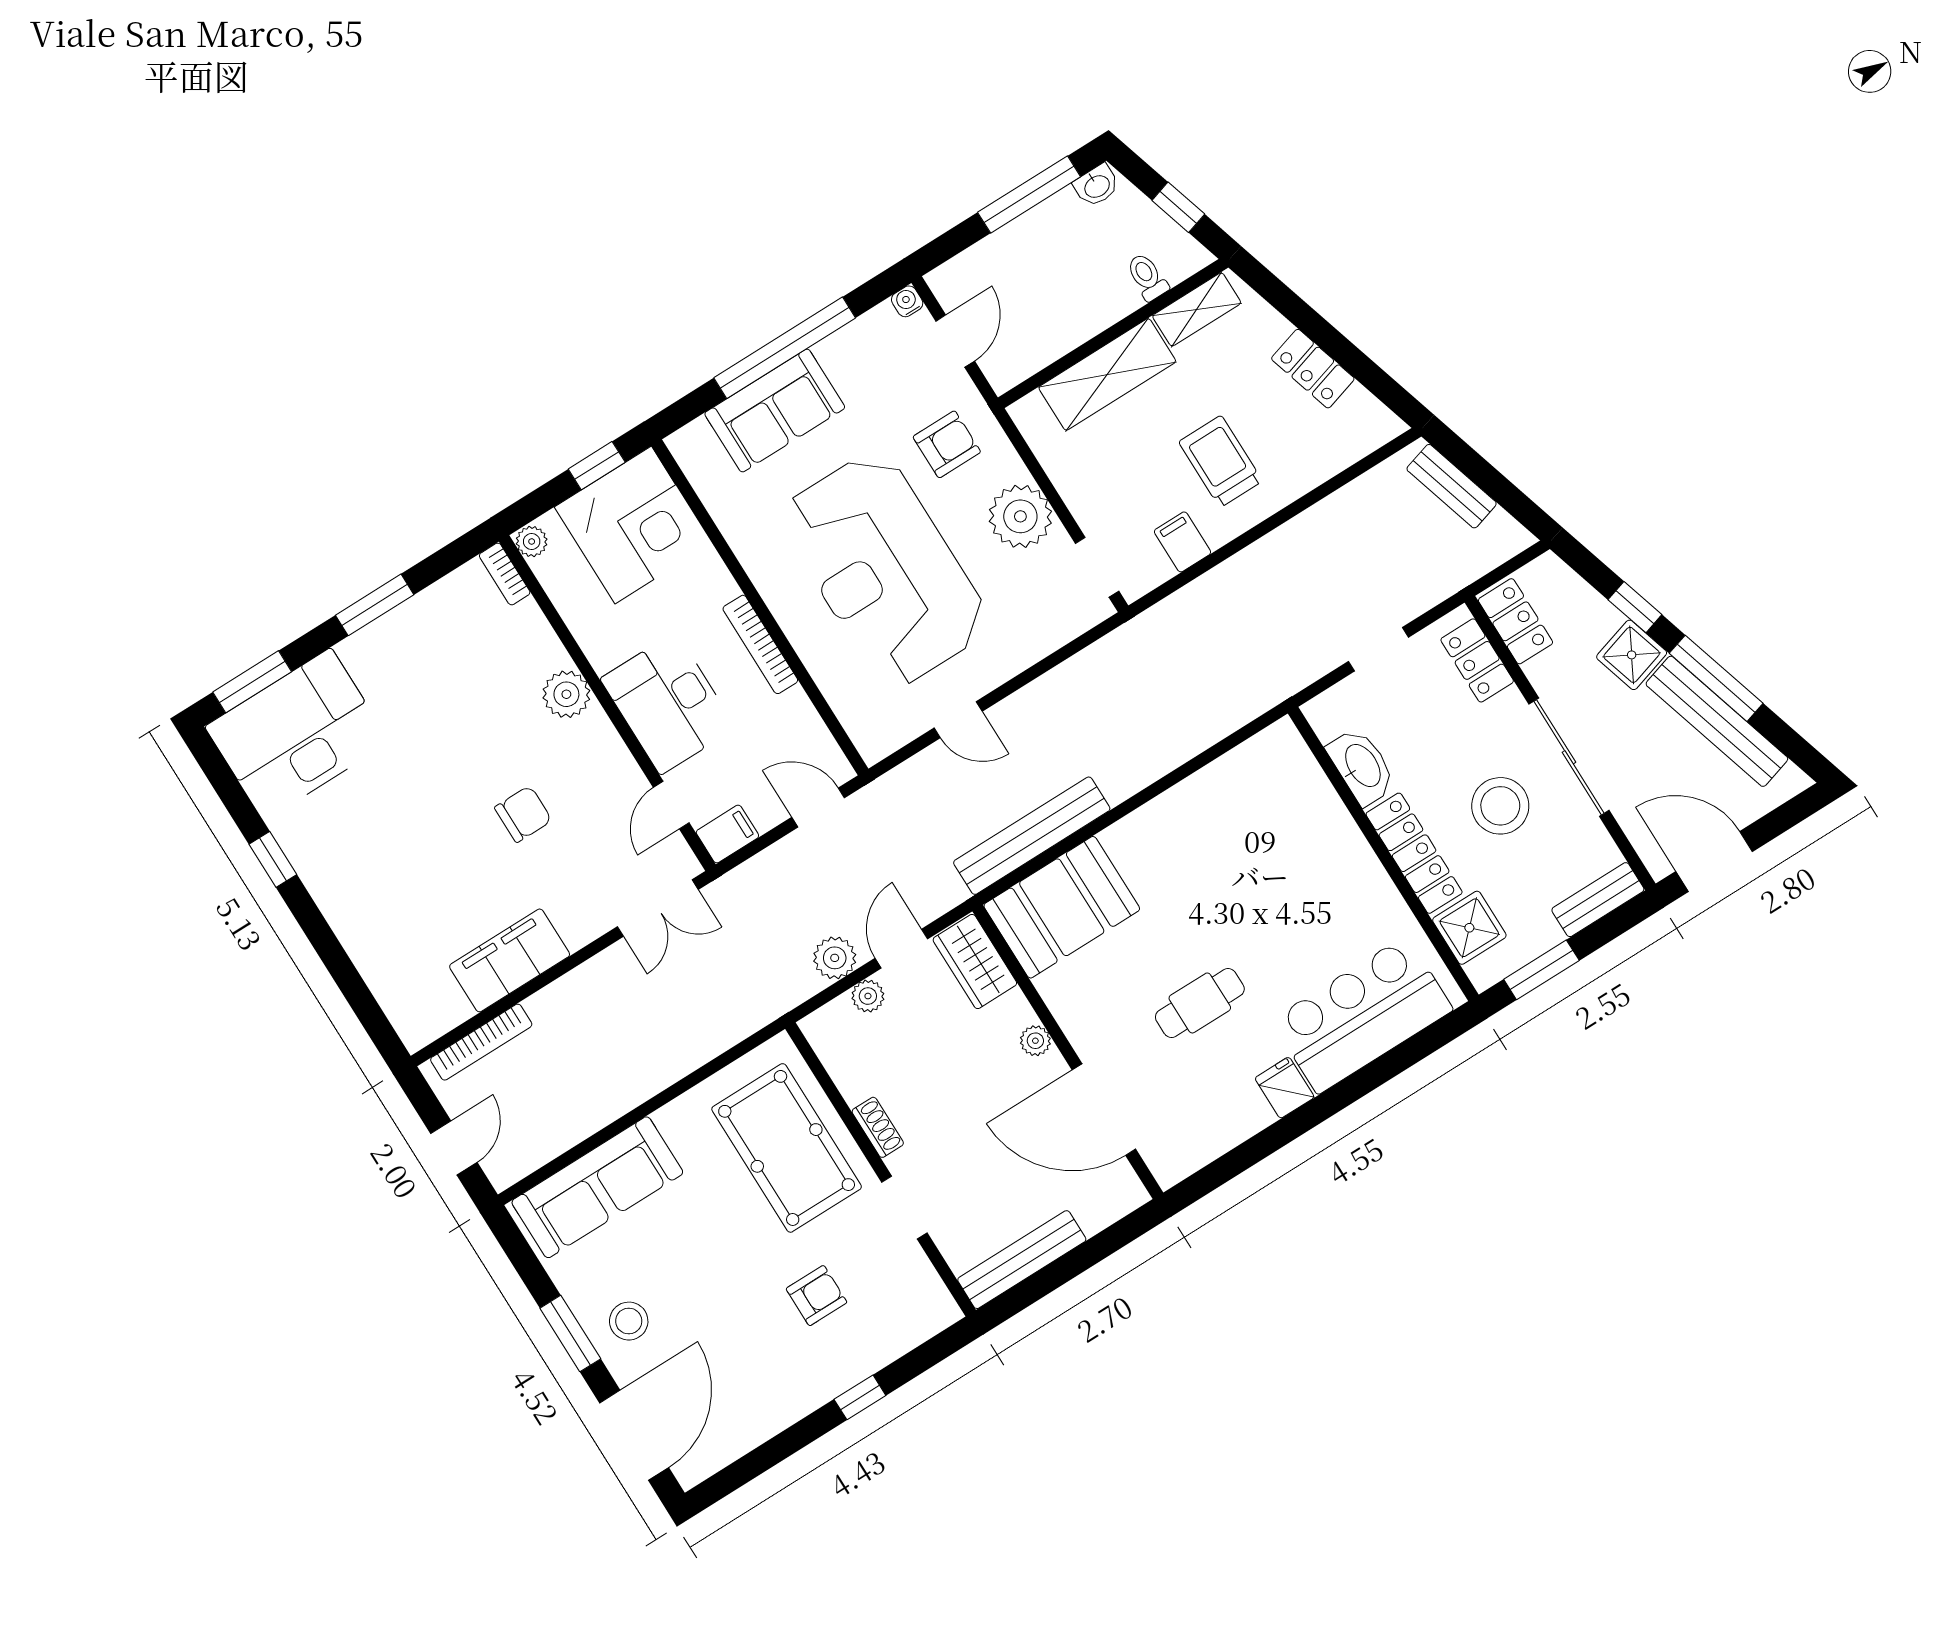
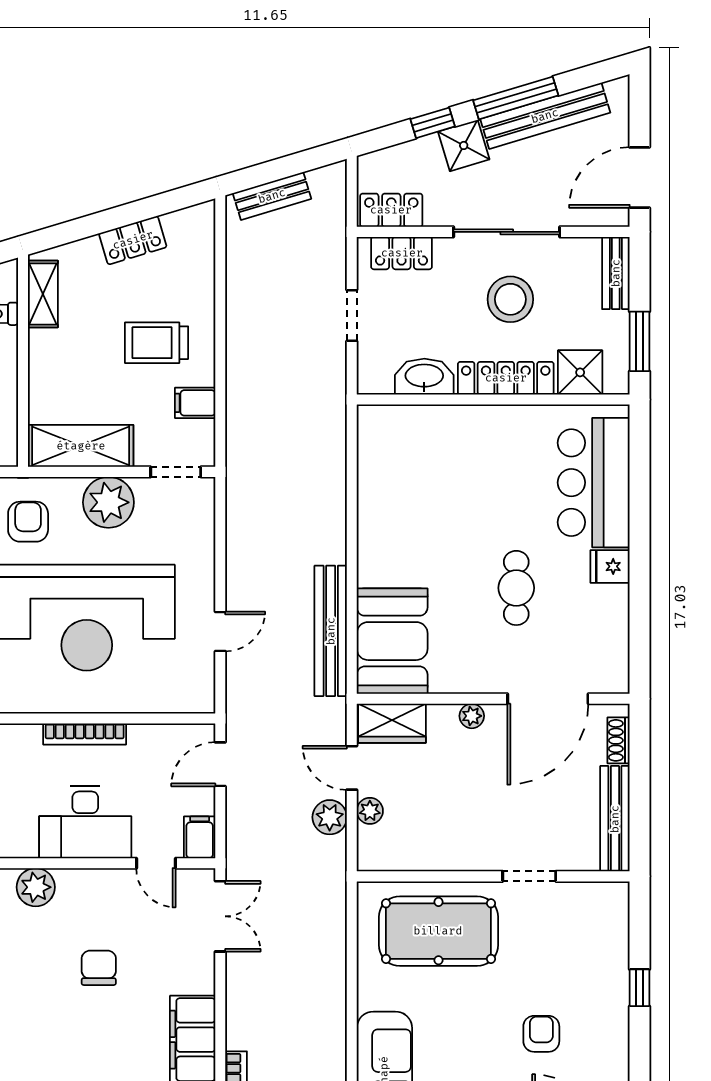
shelving: (1107, 374) -> (81, 446), moved, turned 90
shoe rack: (878, 1127) -> (619, 740), moved, turned -90
armchair: (817, 1296) -> (541, 1034), moved

